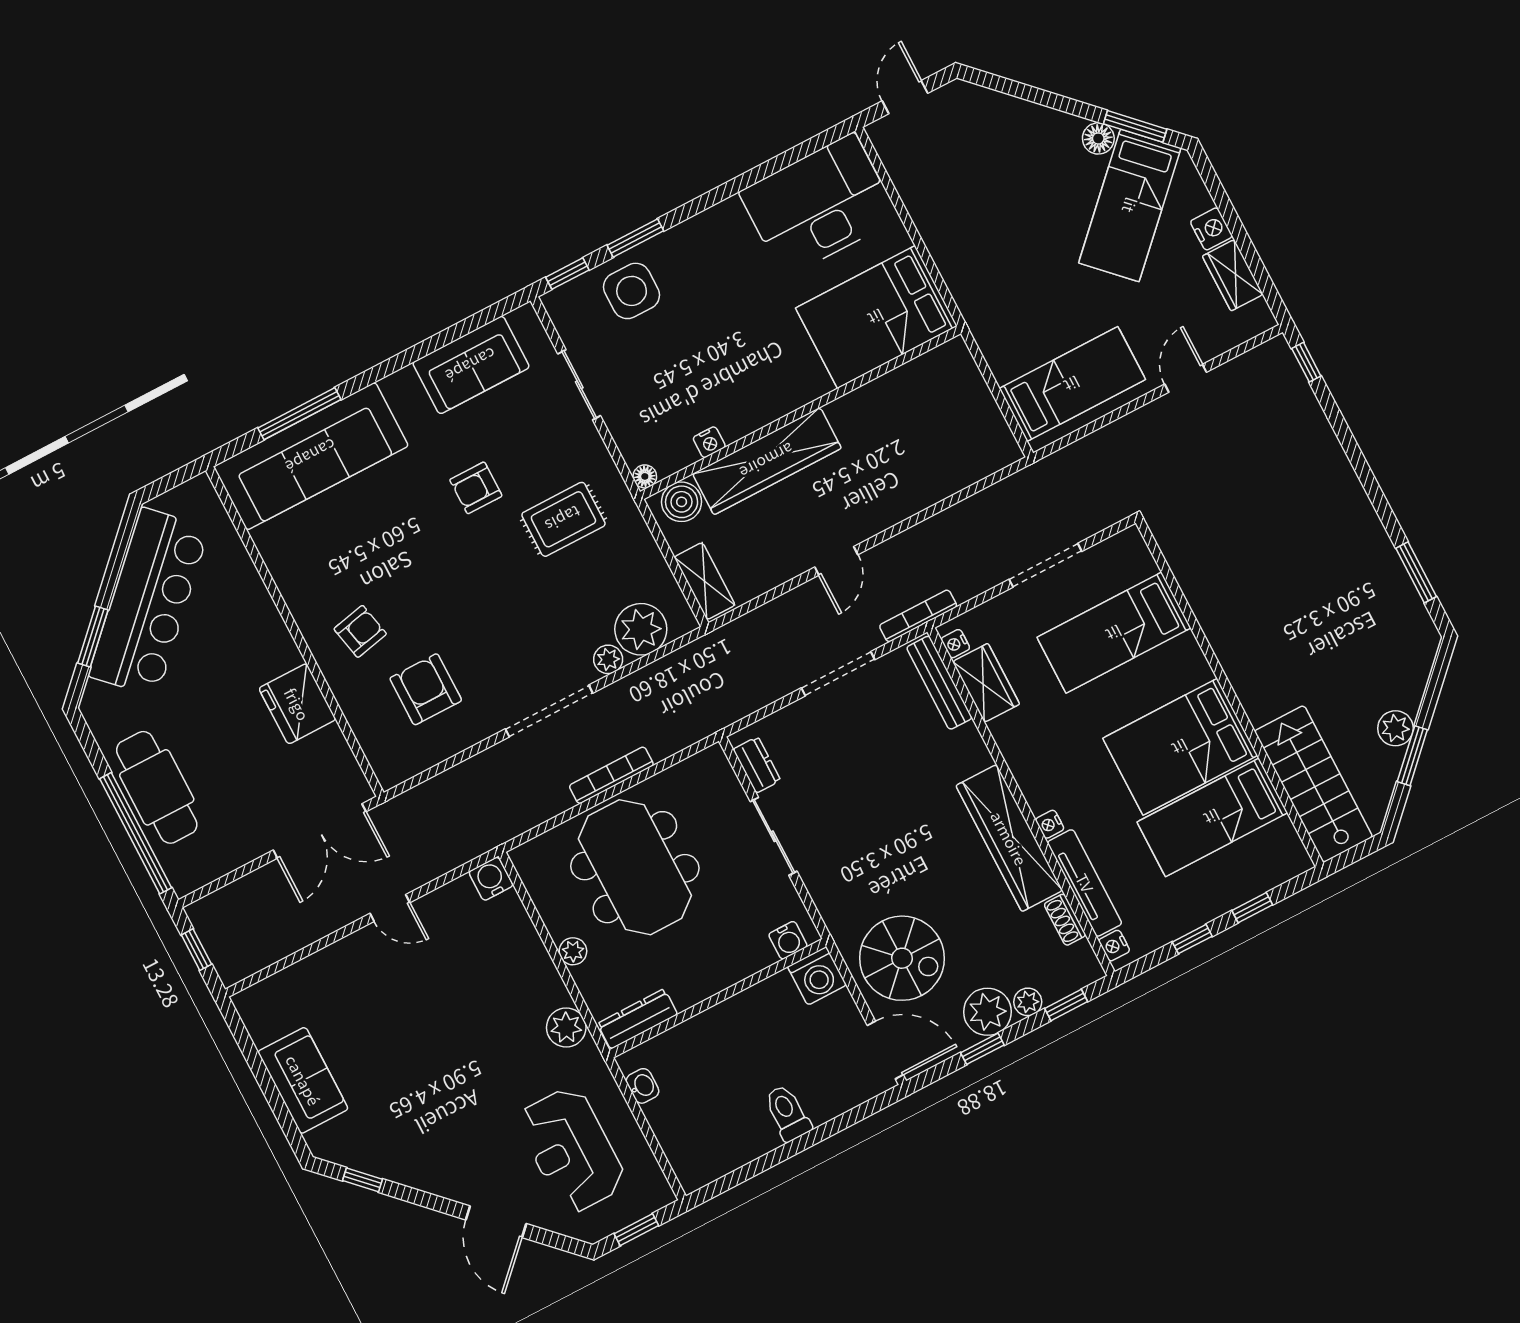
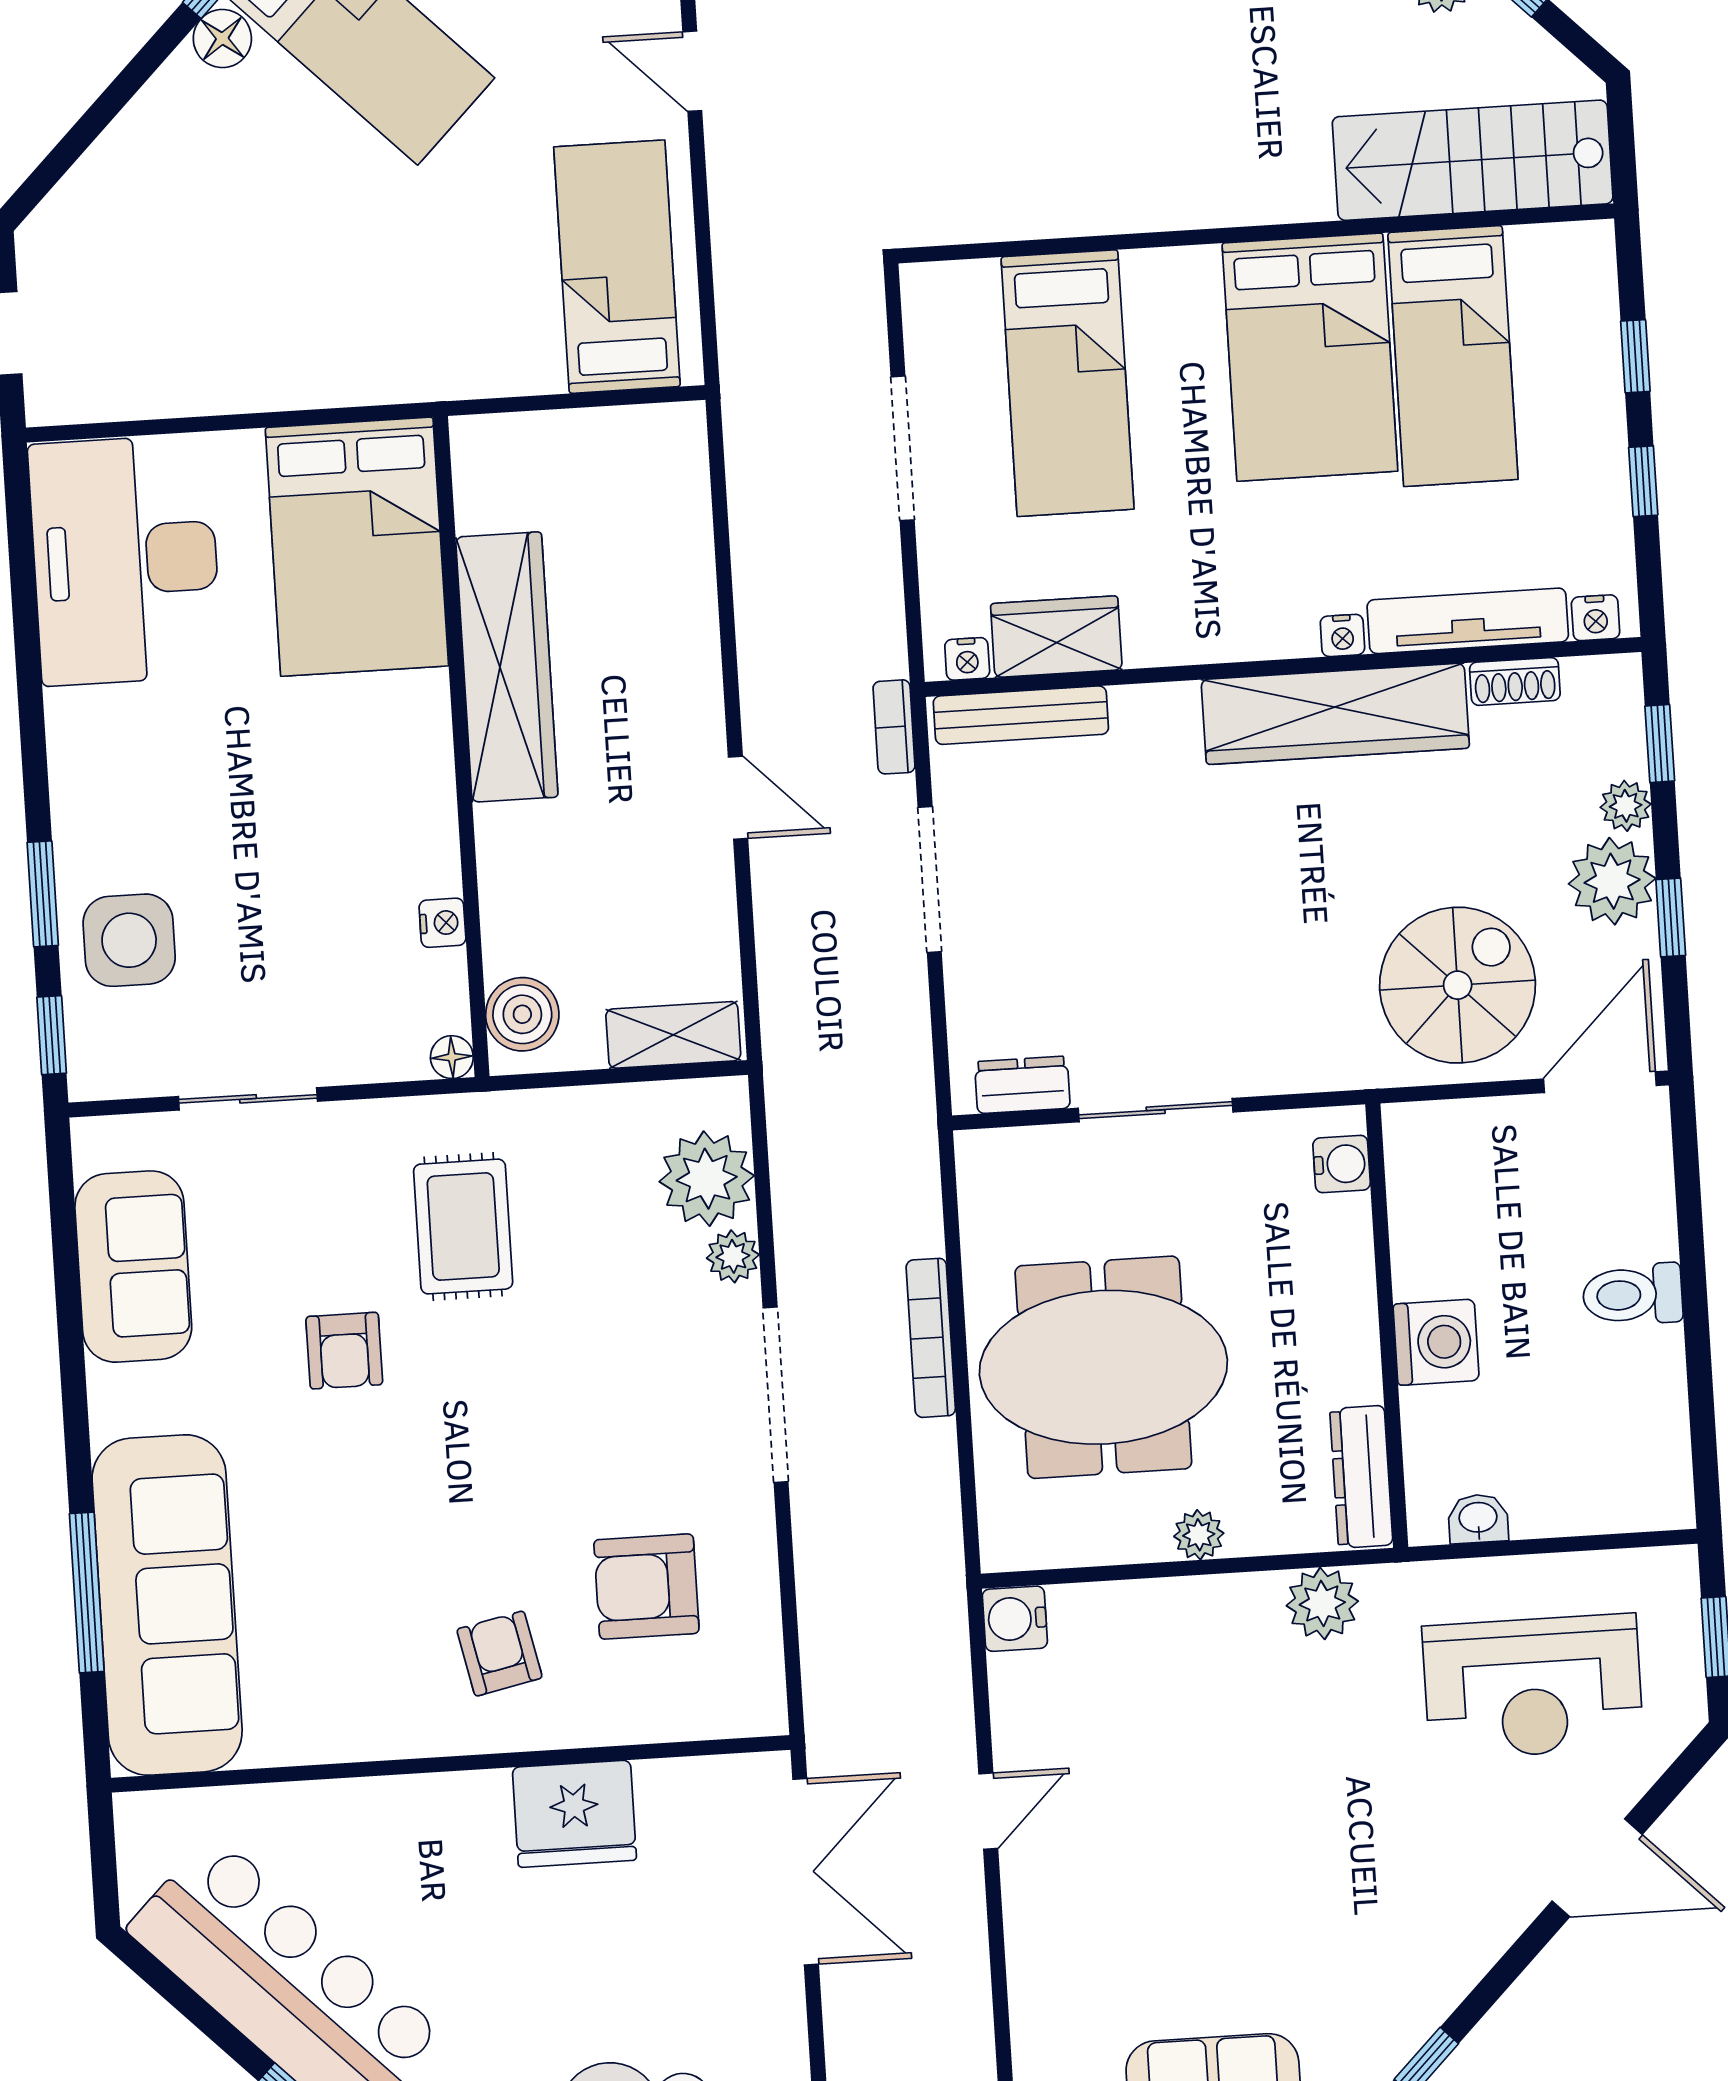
wardrobe: (767, 461) -> (507, 667), moved
bookcase: (918, 616) -> (894, 727), width x0.64
washing machine: (817, 976) -> (1436, 1342), moved

